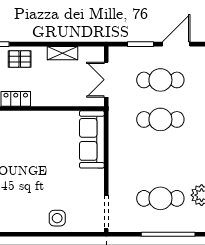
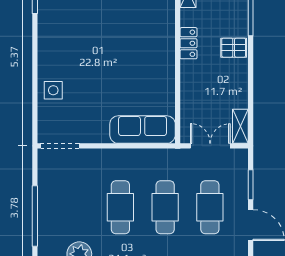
shelving: (62, 53) -> (240, 126), moved
pallet: (20, 59) -> (234, 48), turned 90
cafe table: (160, 198) -> (120, 207), moved

